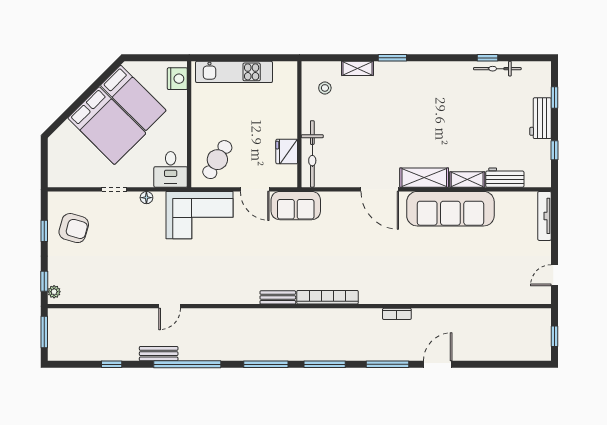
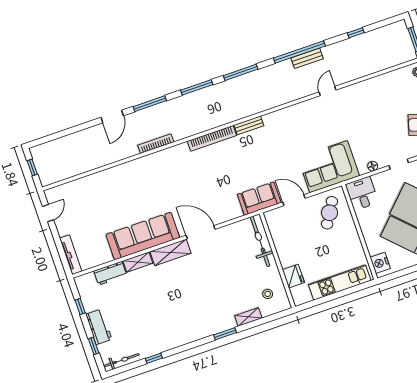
bicycle: (497, 69) -> (121, 360), moved
fridge: (287, 152) -> (293, 276), moved
bookcase: (397, 314) -> (156, 144), width x1.56
bench: (159, 354) -> (307, 58), moved

